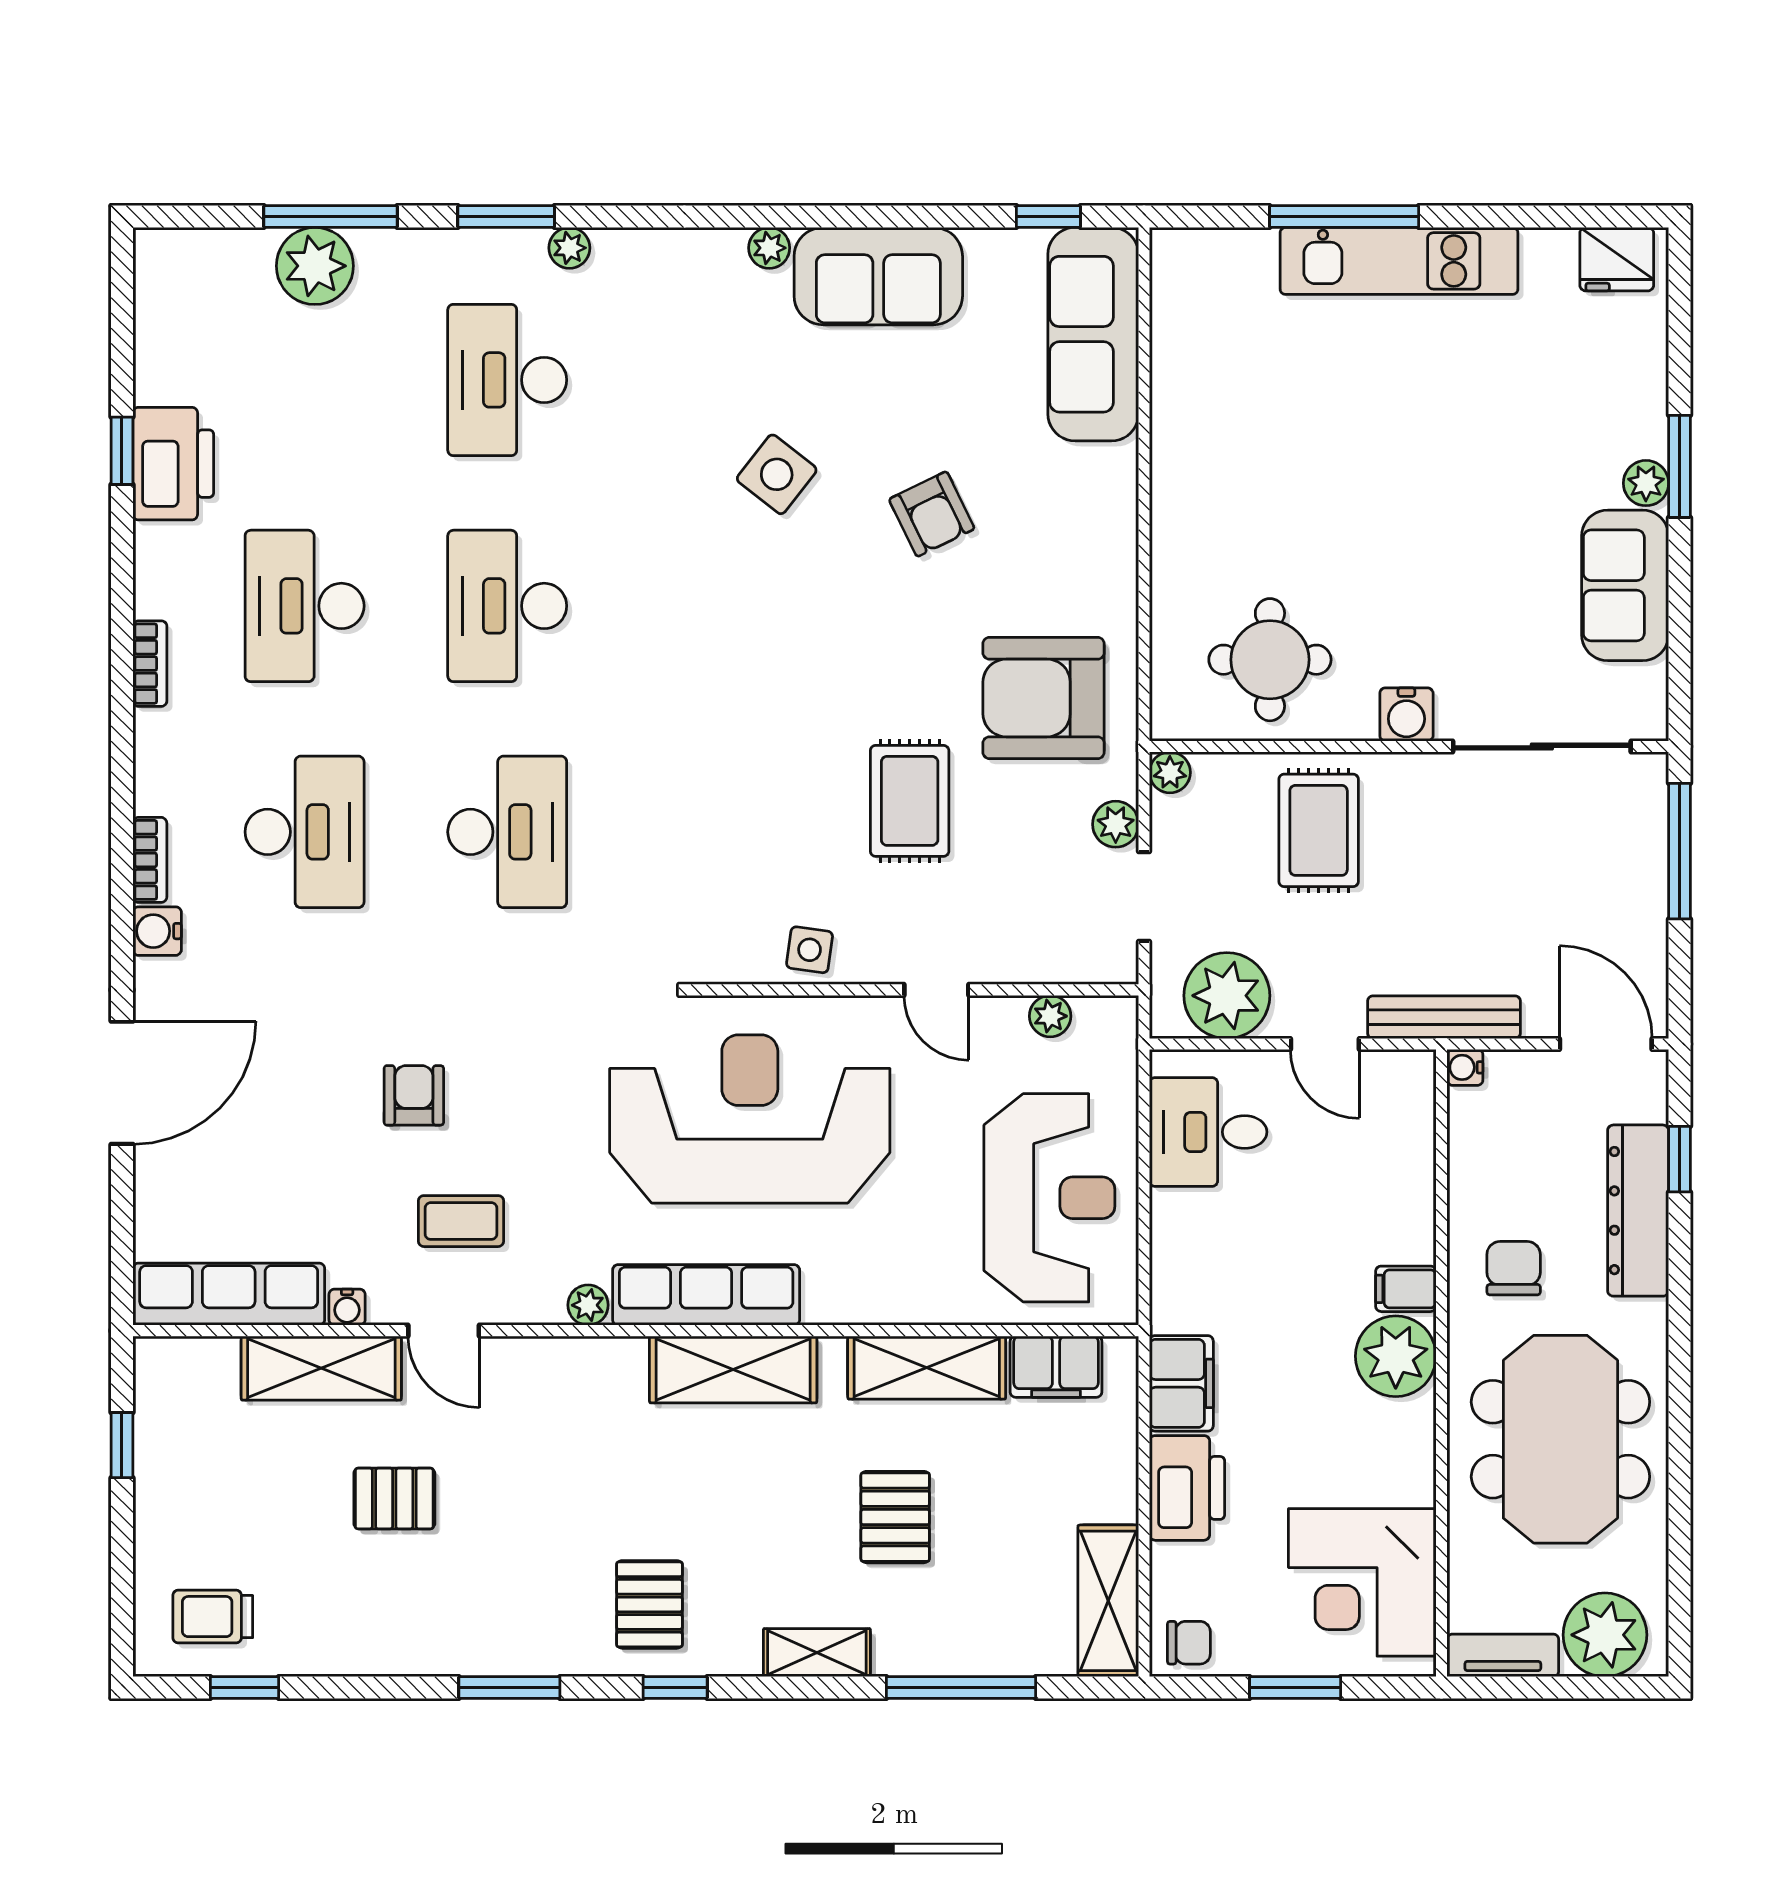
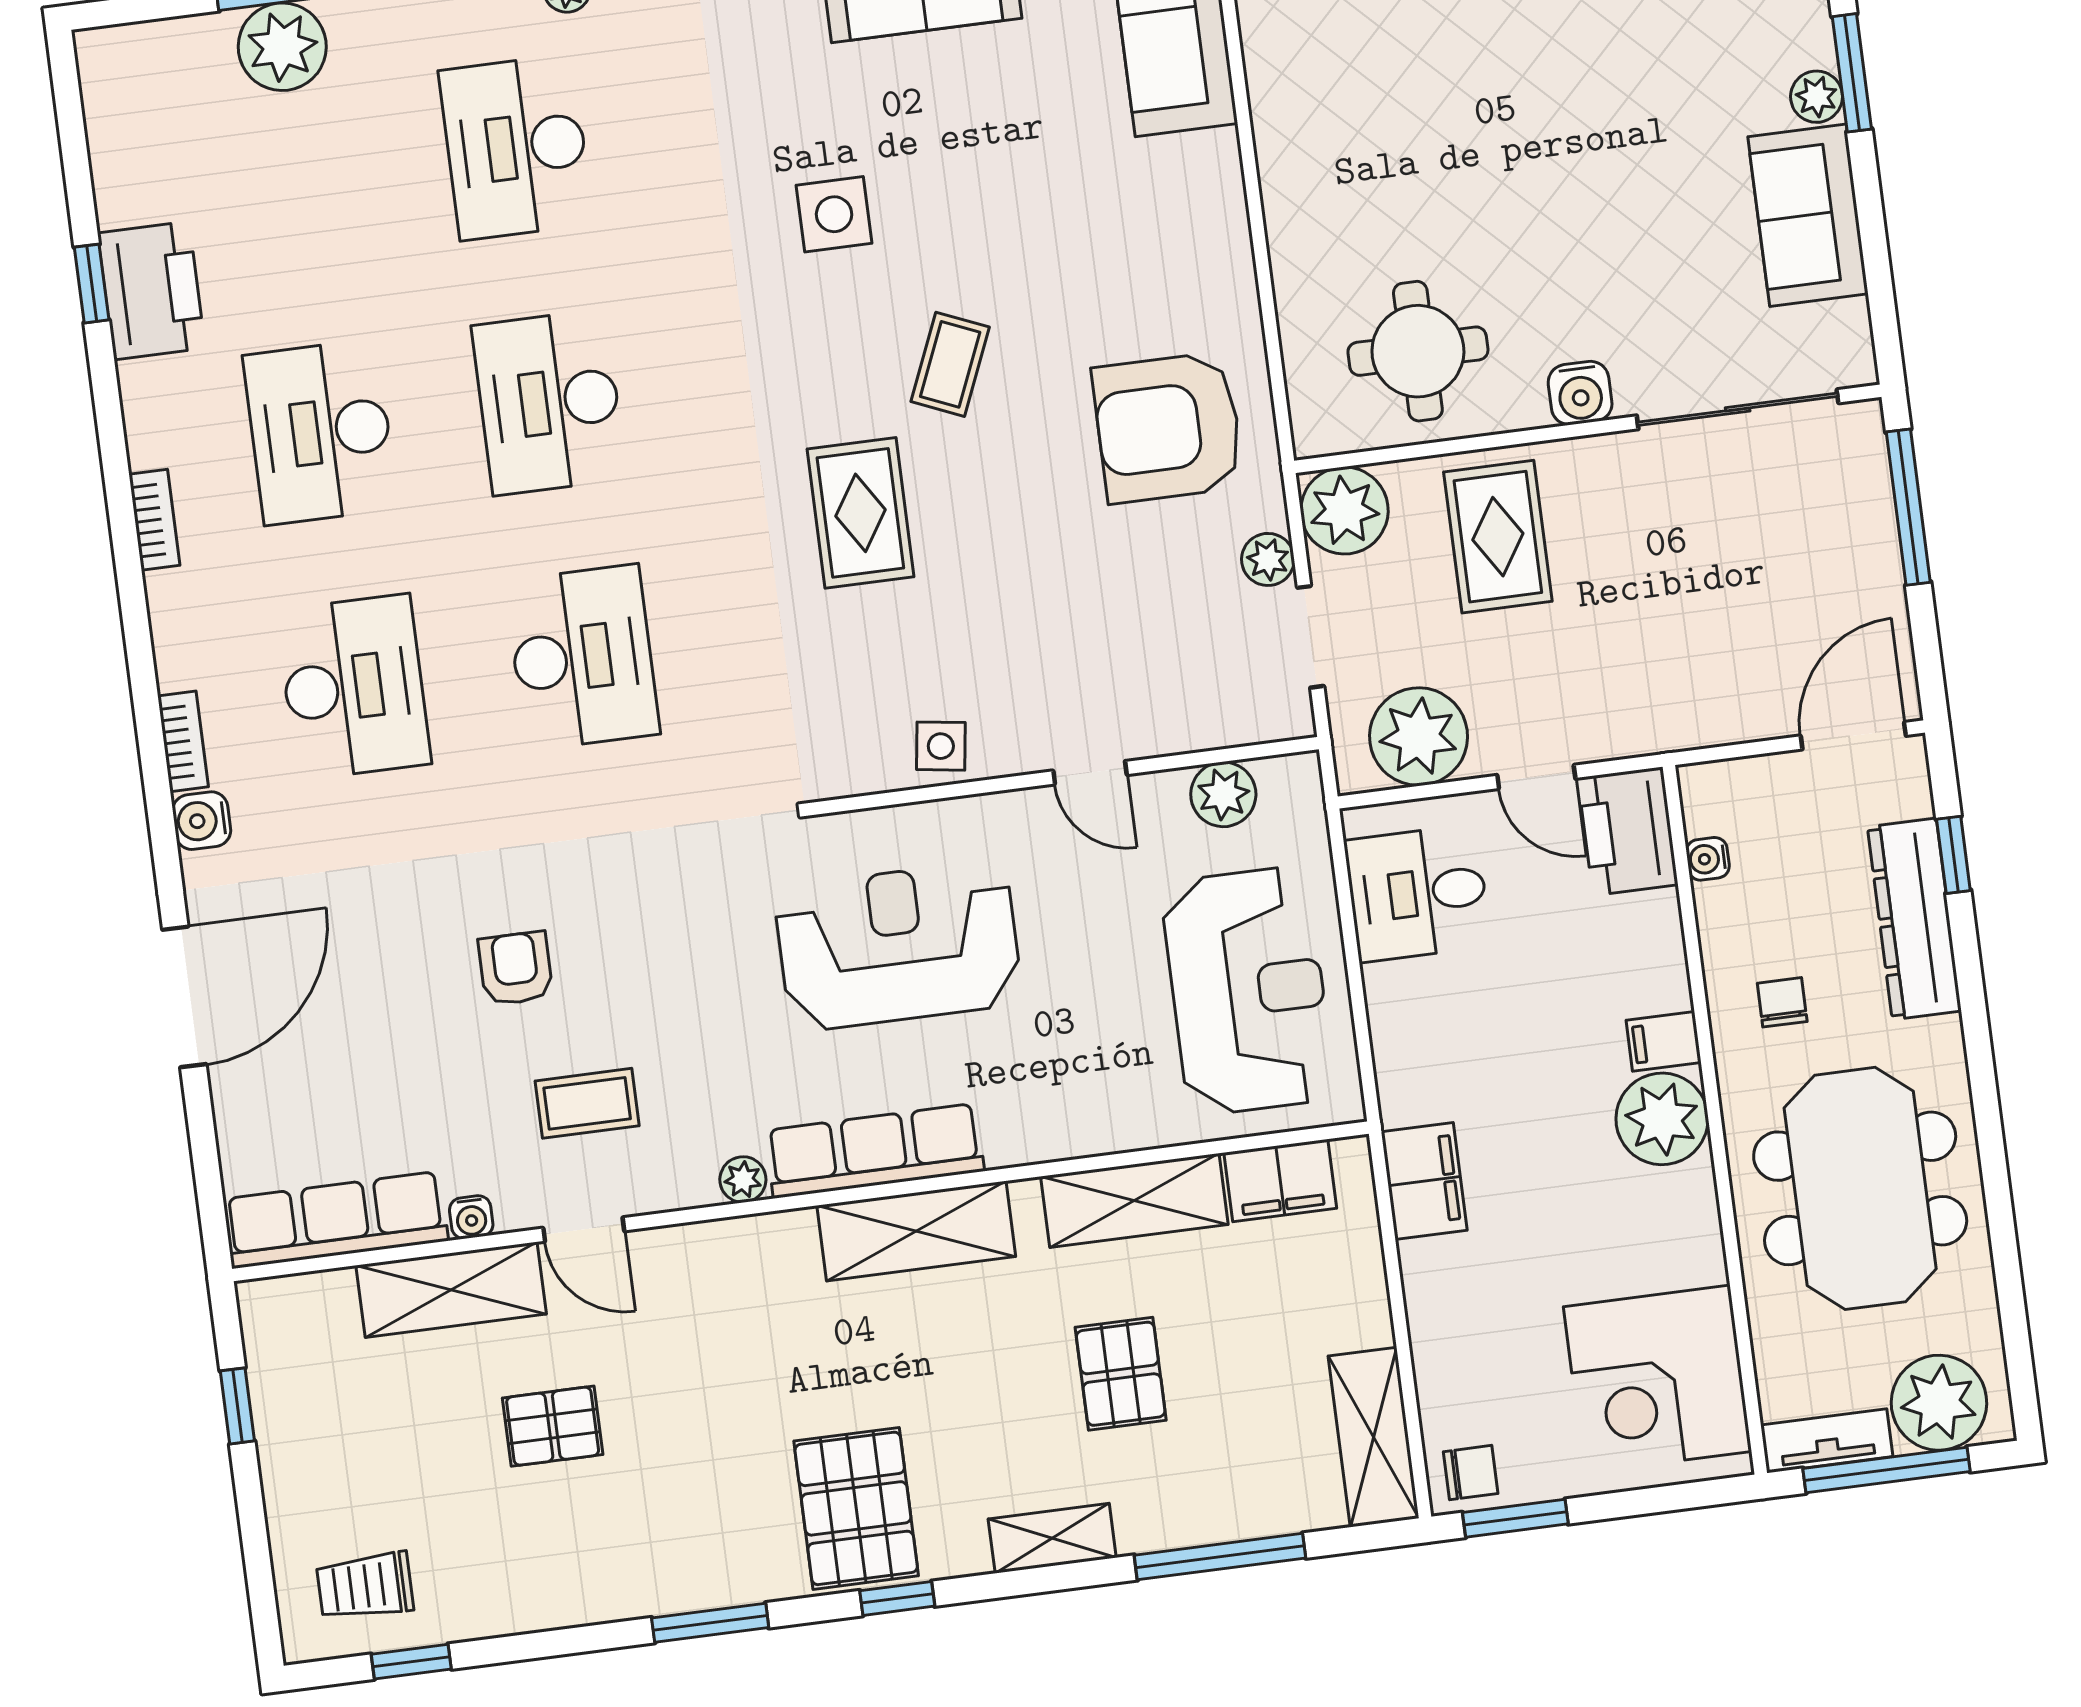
side table: (777, 474) -> (834, 214), turned -38
armchair: (932, 514) -> (1015, 236), removed
coffee table: (861, 618) -> (950, 364), added
plant: (1170, 772) -> (1344, 511), width x1.87, depth x1.87
rug: (910, 801) -> (860, 513), moved
plant: (1050, 1016) -> (1223, 794), width x1.38, depth x1.38
bench: (1444, 1017) -> (1667, 729), removed
door: (1606, 1044) -> (1853, 736), hinge flipped
water cooler: (1465, 1067) -> (1708, 859), moved
reception desk: (750, 1119) -> (898, 946), width x0.74, depth x0.77
chair: (1514, 1268) -> (1782, 1002), width x0.73, depth x0.73
printer: (1187, 1488) -> (1628, 831), moved, turned 180
pallet: (649, 1604) -> (856, 1508), width x1.50, depth x1.42
window: (1295, 1688) -> (1515, 1518), moved
window: (1552, 1688) -> (1886, 1470), added

